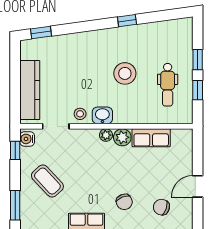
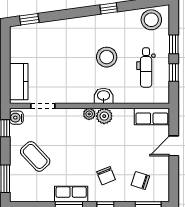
kitchen counter: (30, 90) -> (19, 82), width x0.67
stool: (80, 114) -> (151, 20), moved, width x1.89, depth x1.89
washbasin: (102, 115) -> (104, 96), moved
row of seats: (151, 138) -> (152, 116), moved
door: (198, 186) -> (174, 146), moved

